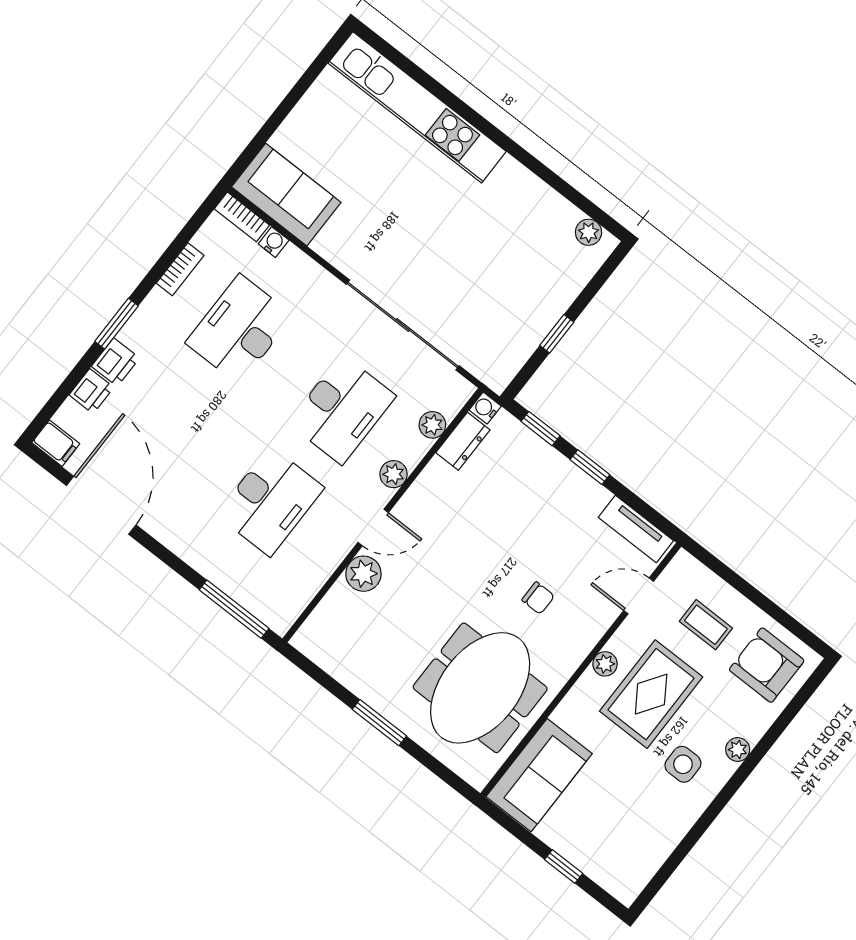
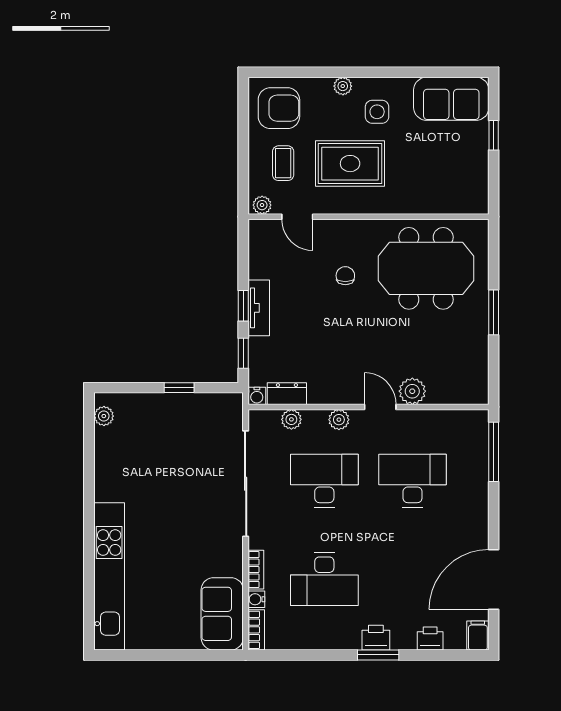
bookcase: (180, 269) -> (256, 570), moved, turned 90
printer: (116, 362) -> (376, 638), moved
tv unit: (636, 529) -> (259, 308), moved
plant: (605, 664) -> (262, 205), moved
armchair: (767, 665) -> (279, 108), turned -90
sofa: (539, 775) -> (451, 99), moved, turned 180

